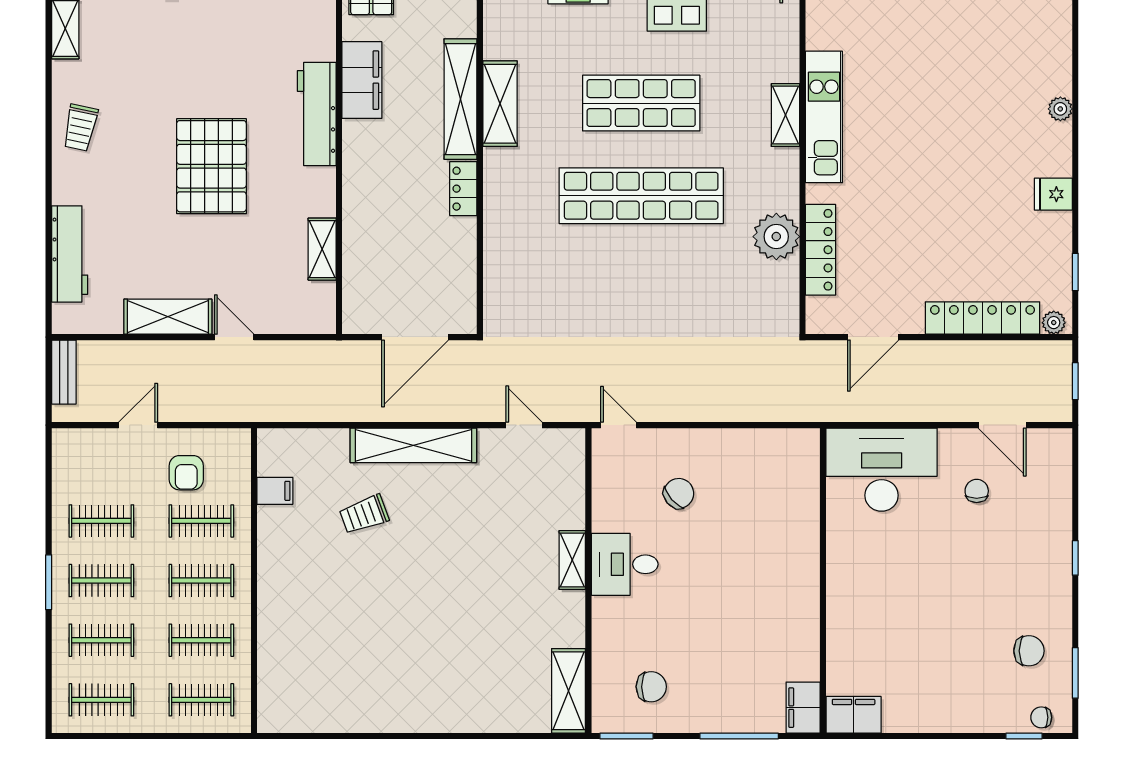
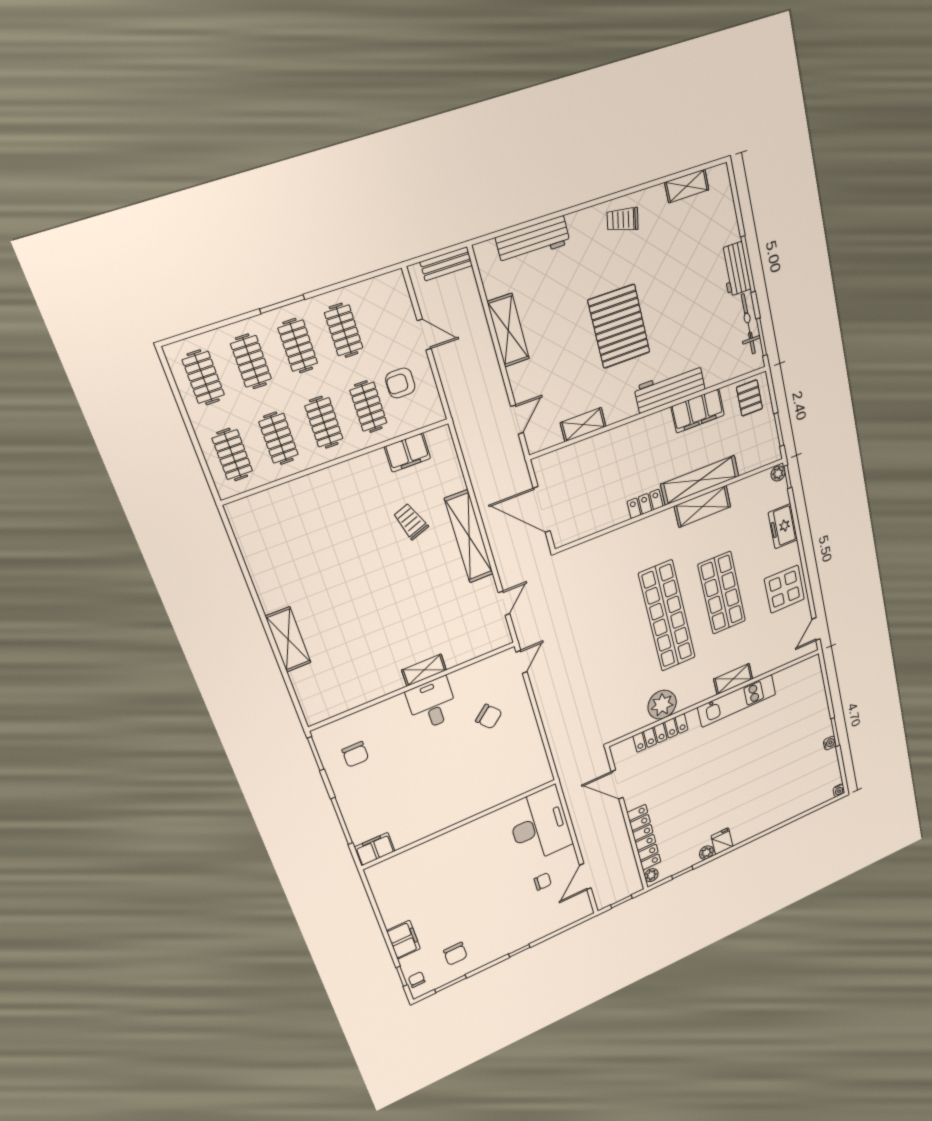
plant: (1060, 109) -> (706, 853), moved
pallet: (211, 166) -> (619, 326), turned 90
door: (234, 337) -> (517, 419), moved
filing cabinet: (275, 491) -> (407, 453), width x2.00
shelving: (569, 691) -> (288, 639), moved, turned 90
filing cabinet: (854, 715) -> (404, 940), moved

